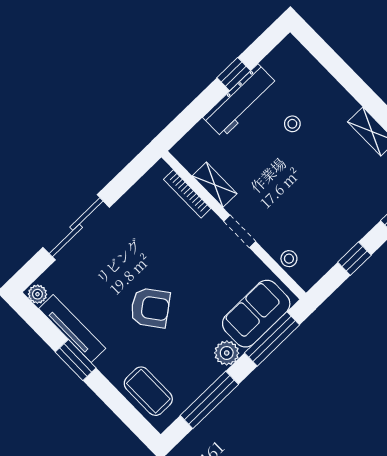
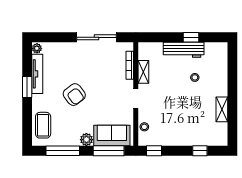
sliding door: (76, 227) -> (96, 37), moved
window: (354, 259) -> (154, 151), moved

